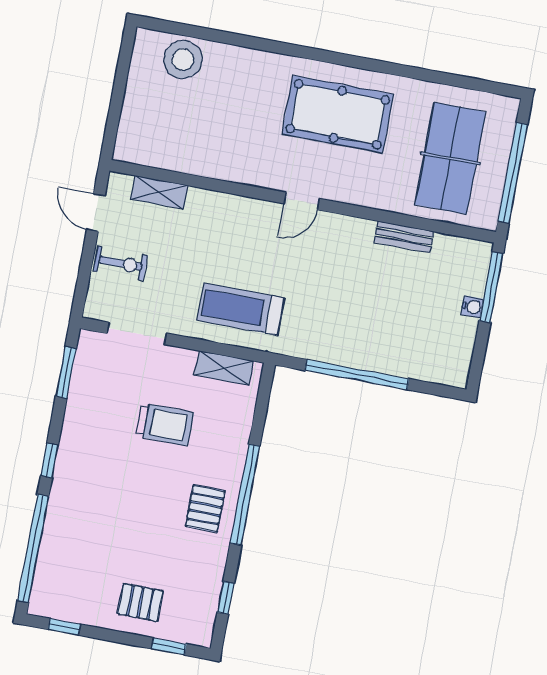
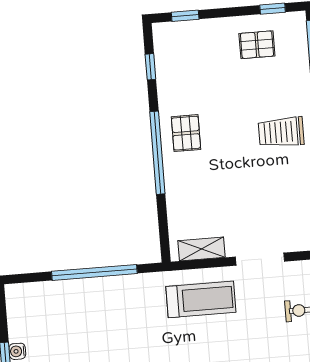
doorway: (137, 333) -> (260, 259), moved
trolley: (165, 424) -> (281, 132), moved
pallet: (140, 602) -> (257, 45), moved

